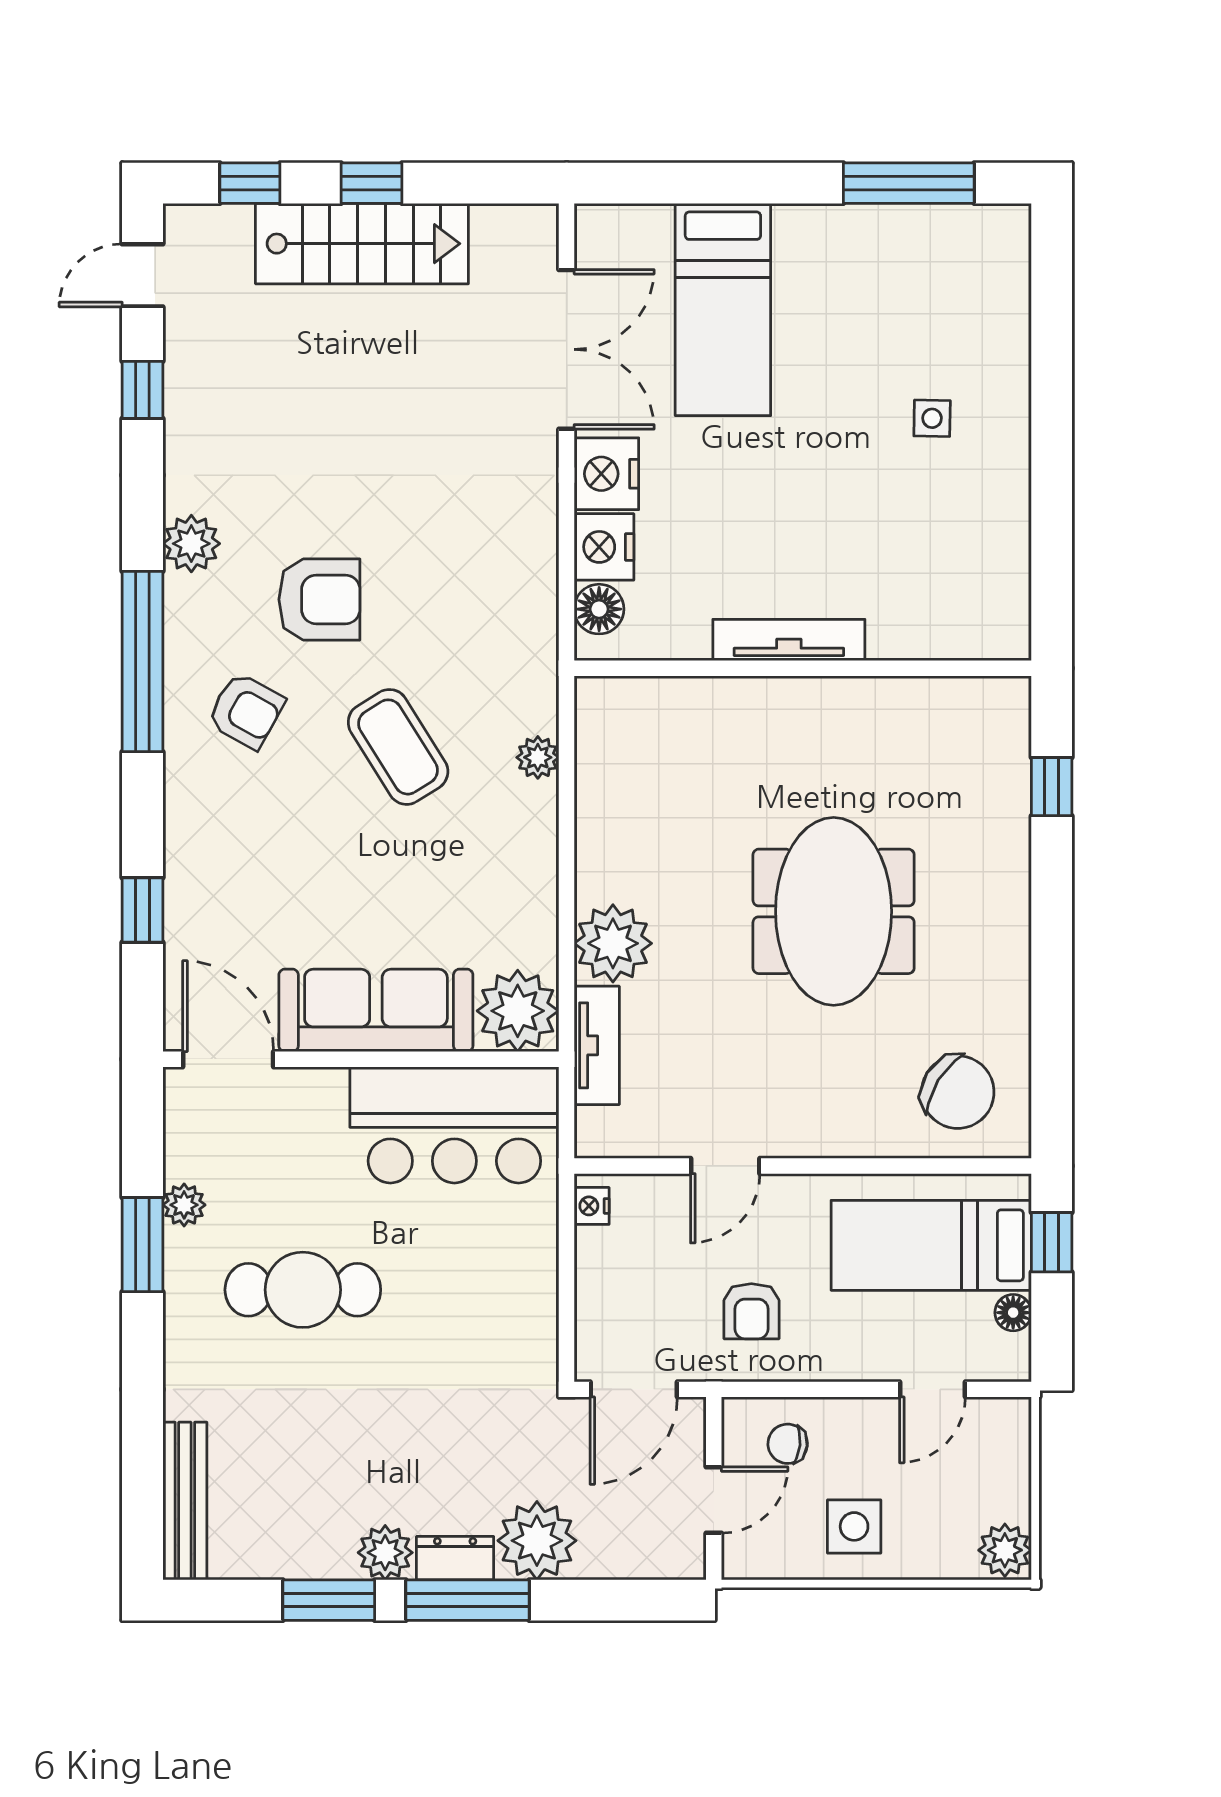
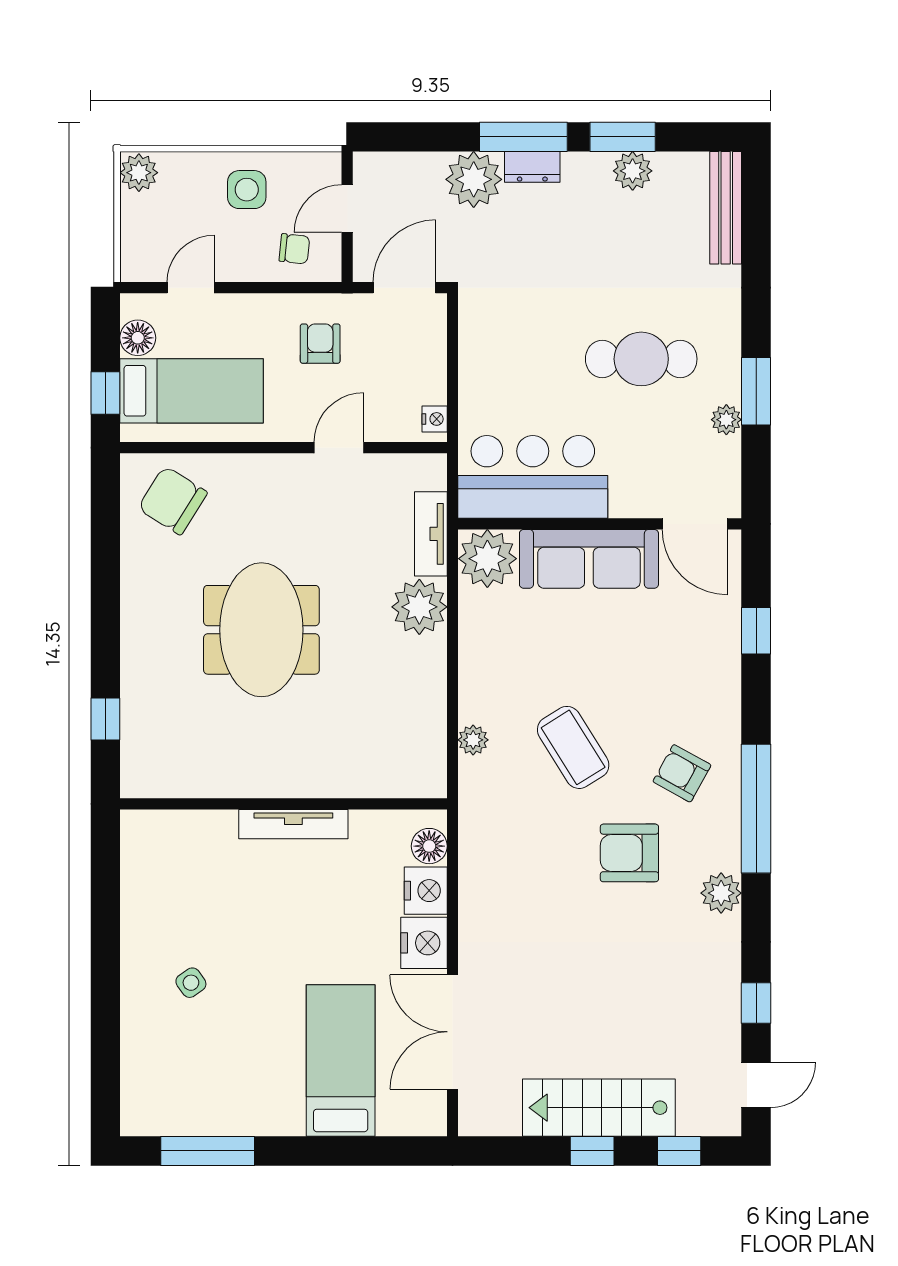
side table: (932, 418) -> (191, 983), turned -36
floor lamp: (1013, 1313) -> (138, 338), width x1.37, depth x1.37
plant: (385, 1553) -> (633, 171), moved

